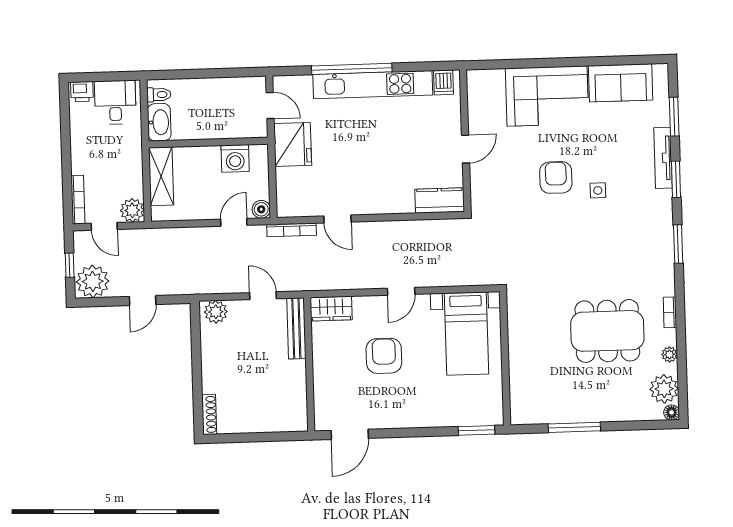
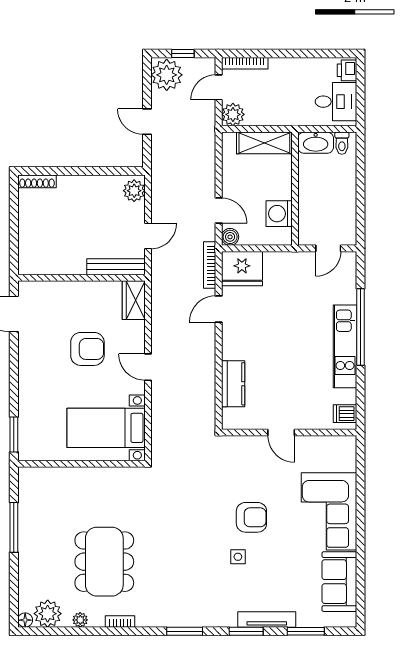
kitchen unit: (373, 85) -> (345, 346), width x0.73
fridge: (293, 144) -> (242, 269), moved
kitchen counter: (440, 201) -> (233, 384), moved

